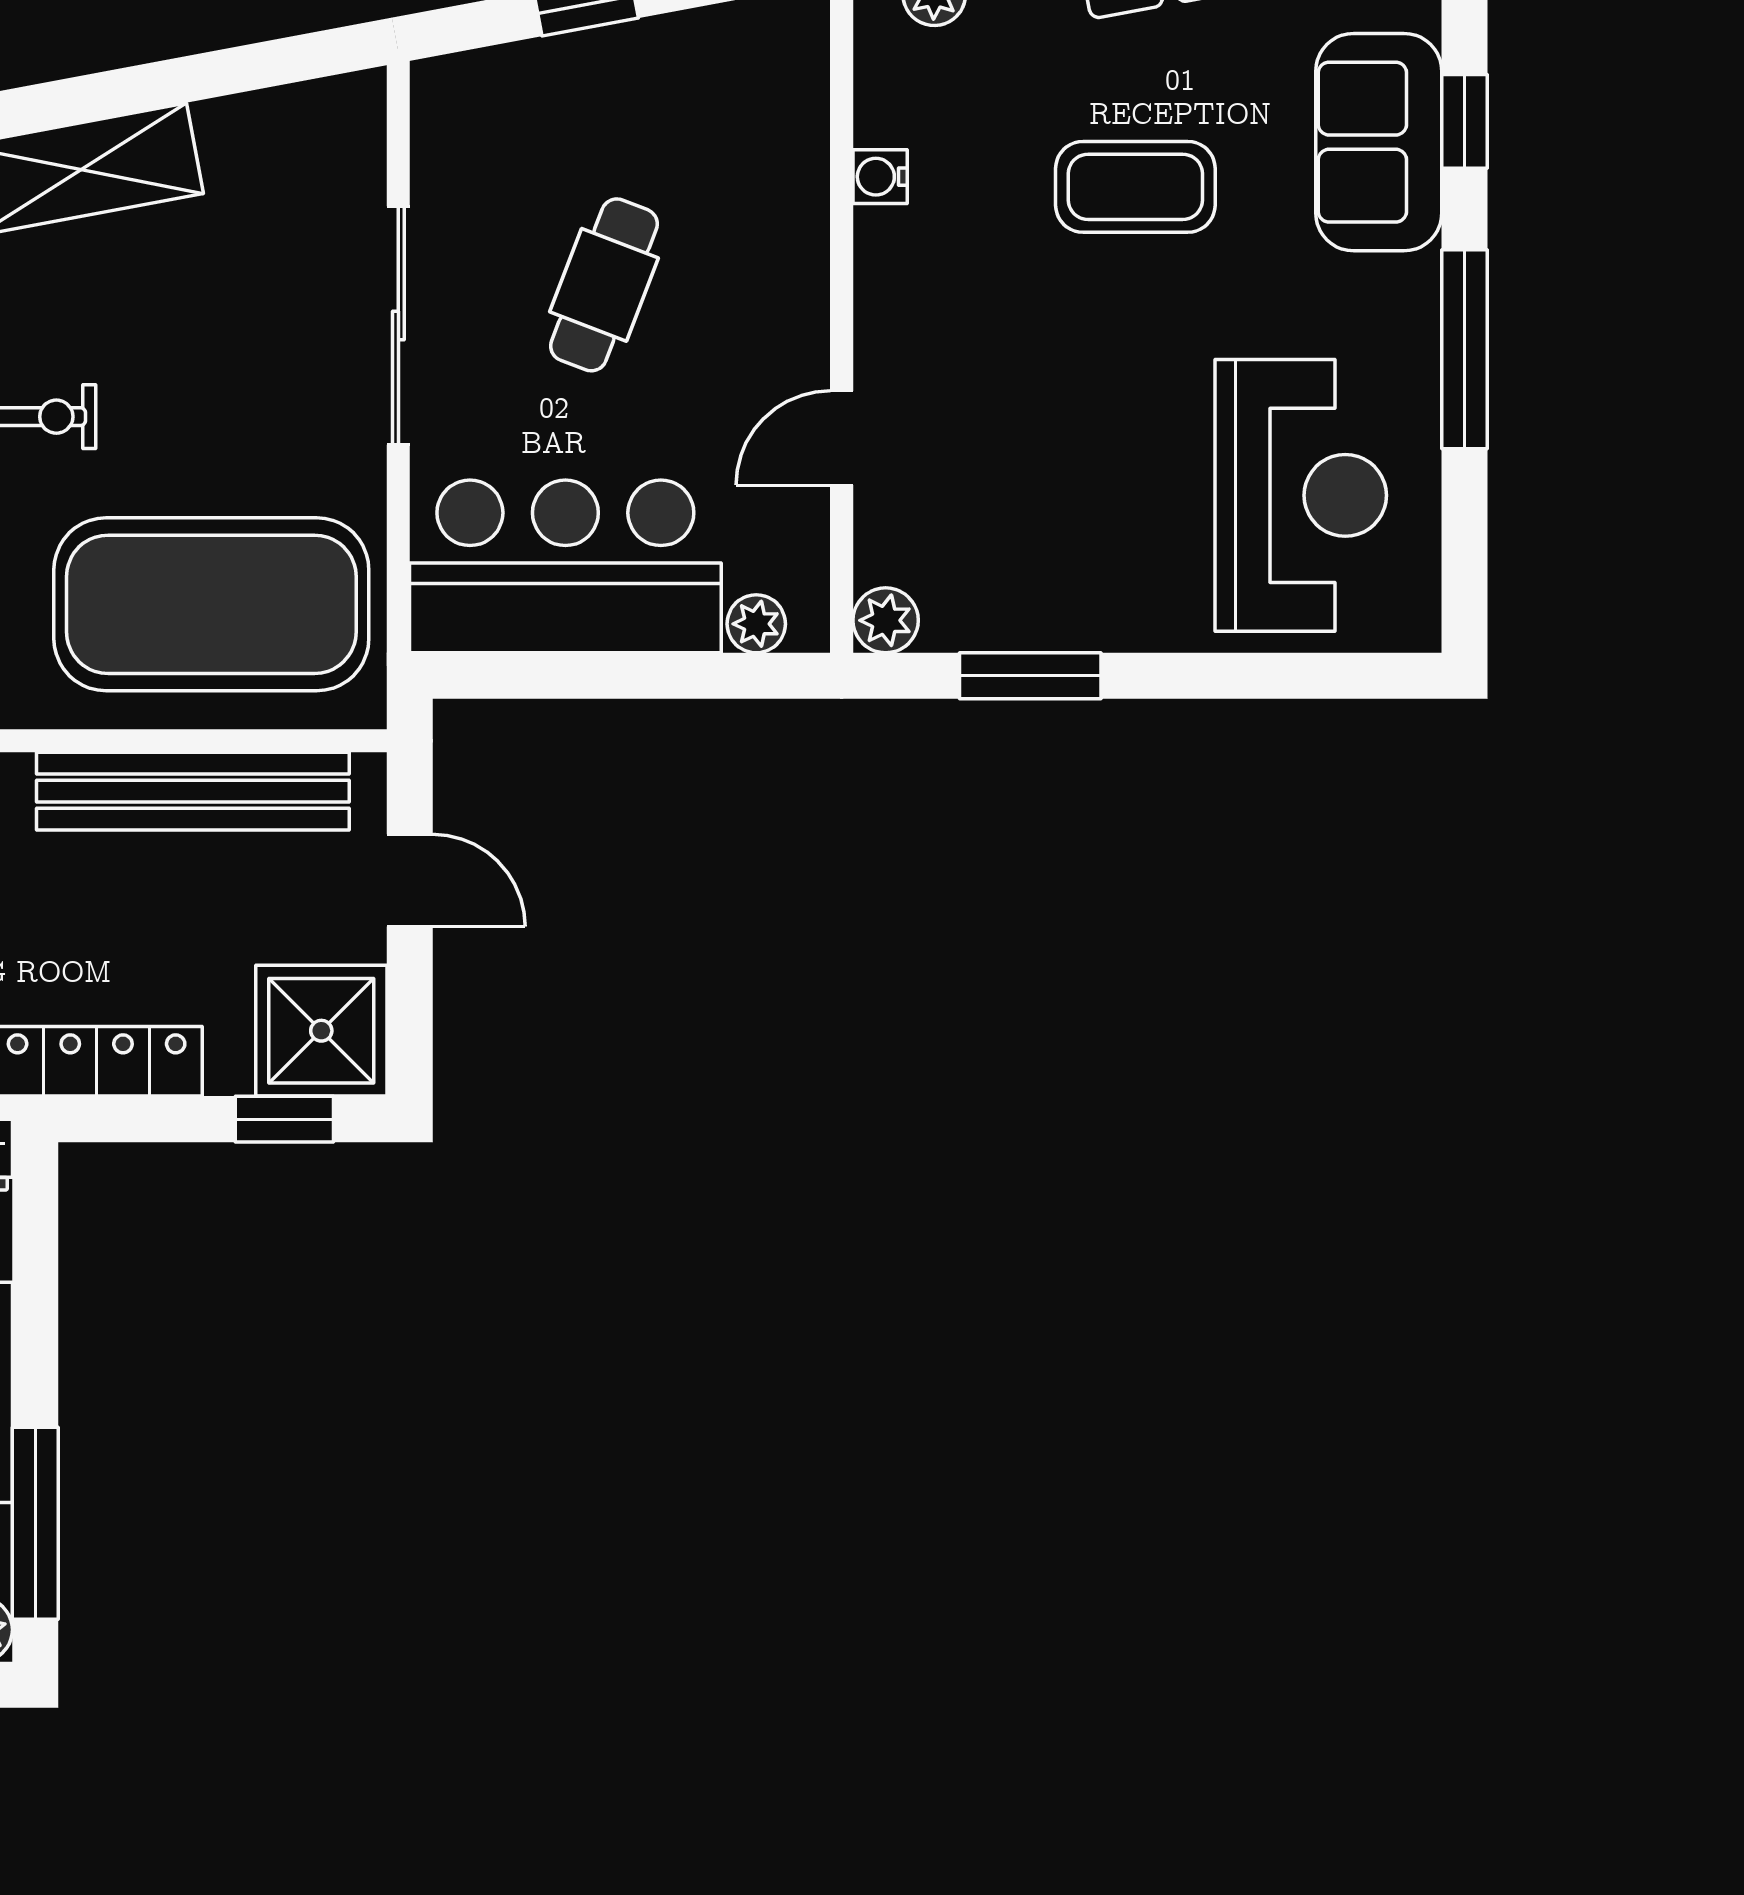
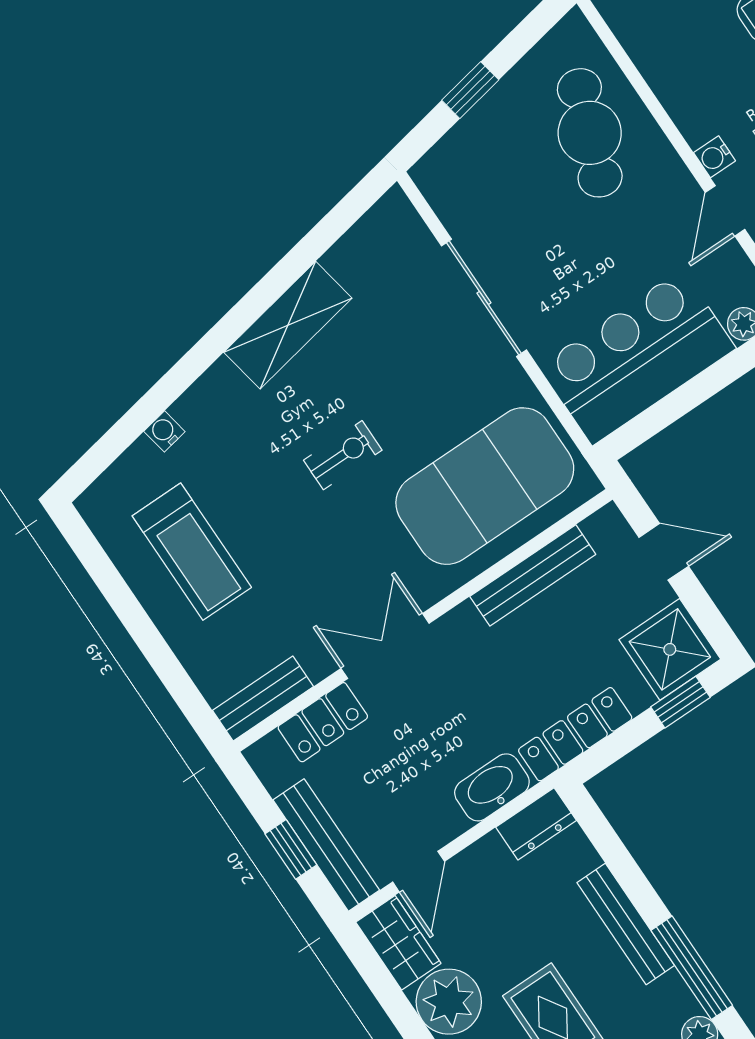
water cooler: (880, 177) -> (714, 157), moved
cafe table: (604, 285) -> (590, 133), moved, width x1.37, depth x1.35
bench: (193, 791) -> (533, 575), width x0.73, depth x0.82

